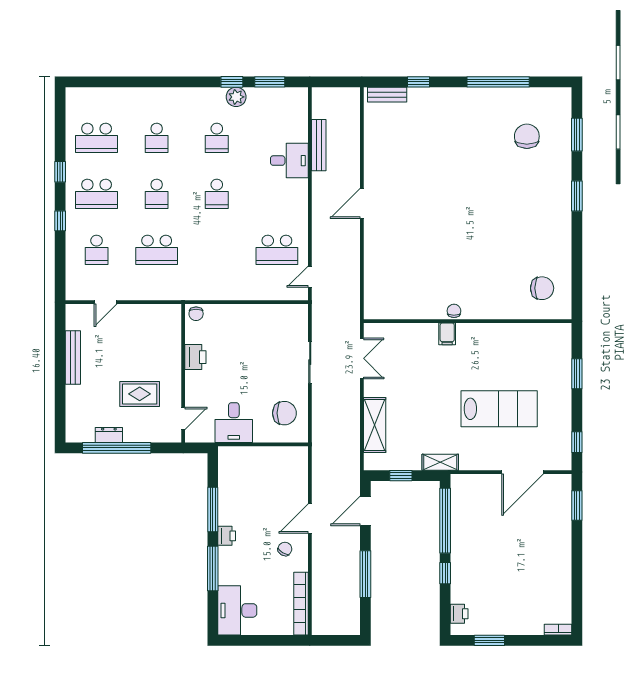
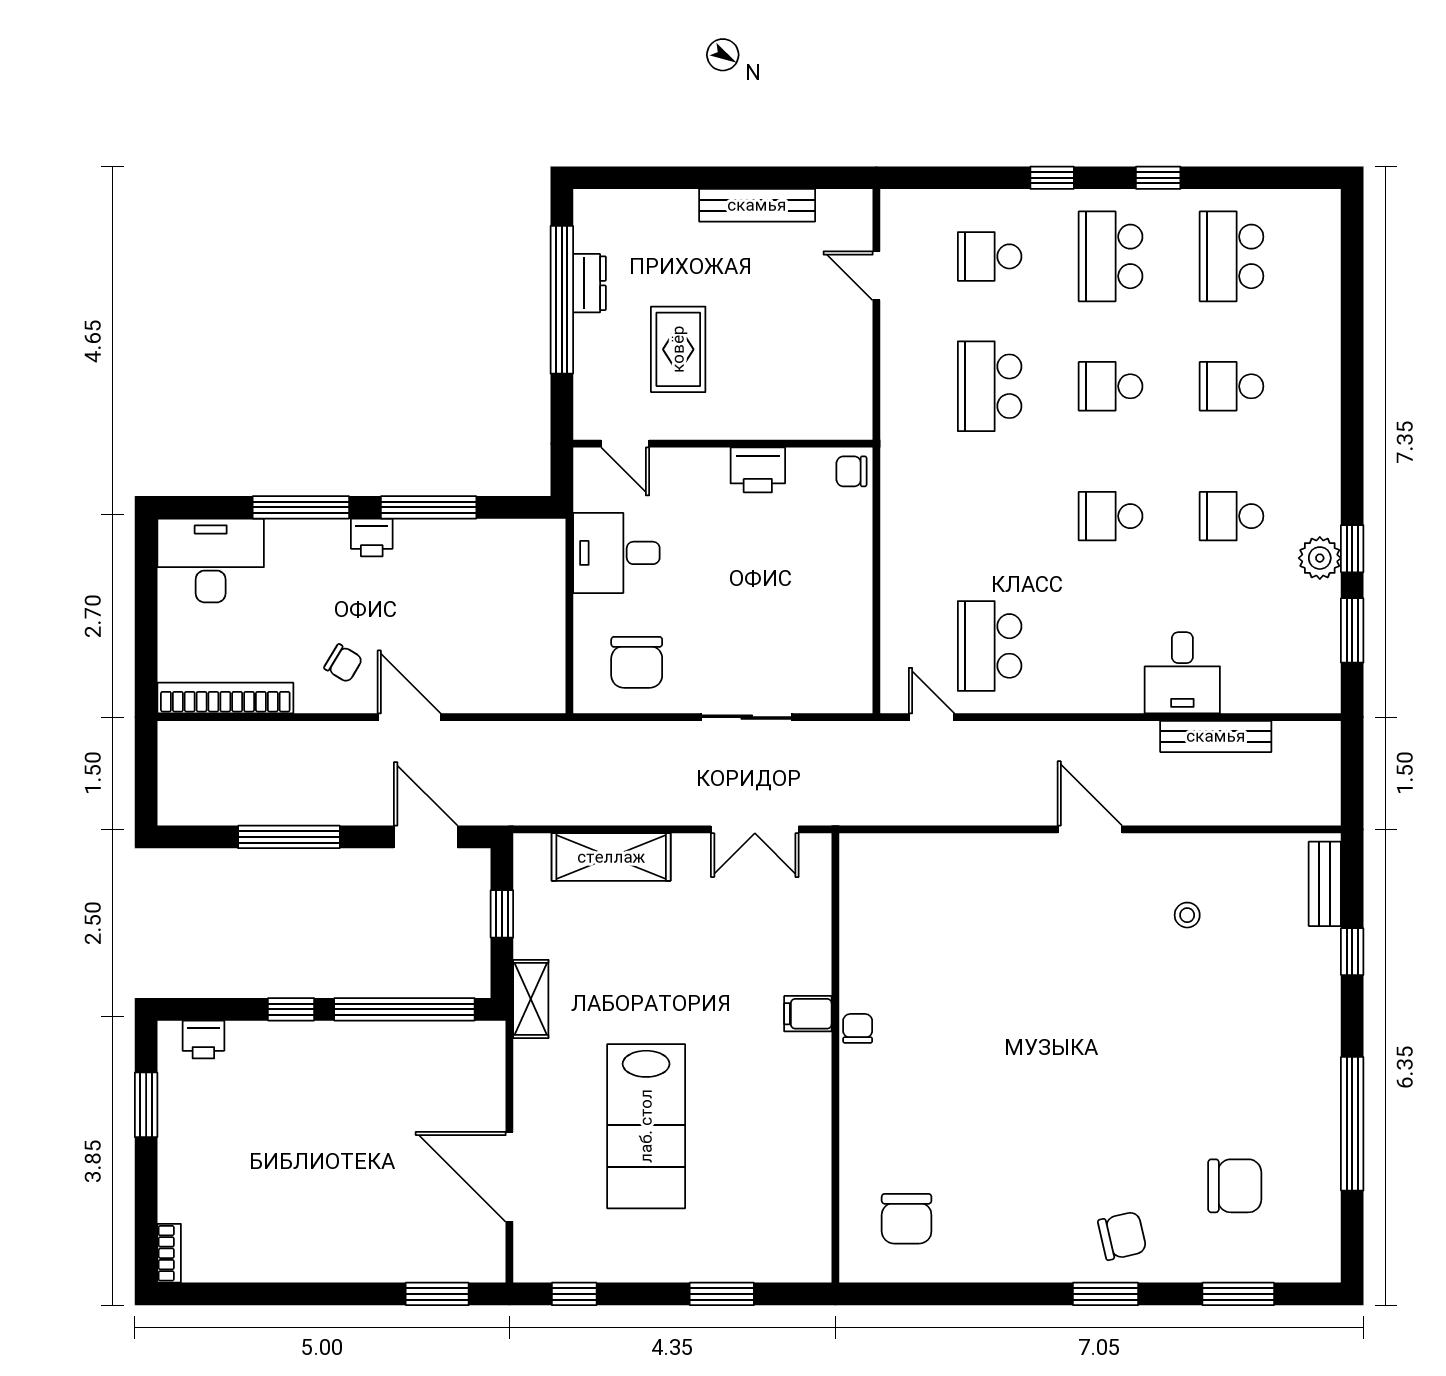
stool: (401, 158) -> (1187, 915), added
chair: (550, 188) -> (1122, 1236), added
chair: (454, 311) -> (858, 1028), turned -90

